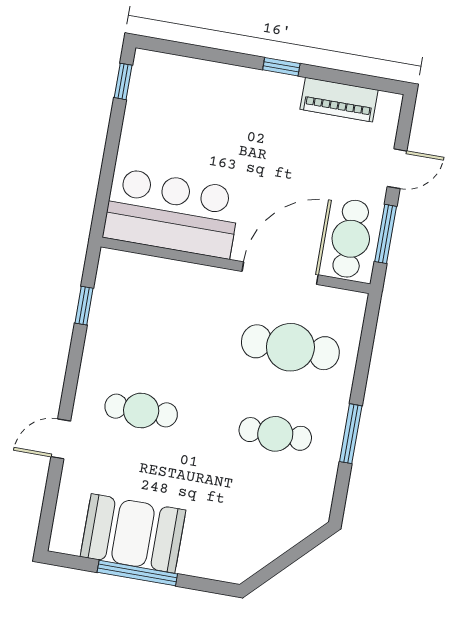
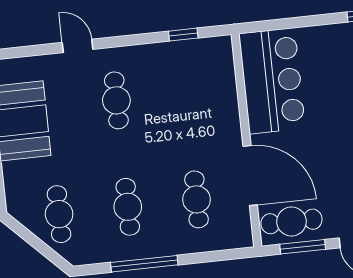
cafe table: (290, 347) -> (196, 199), width x0.73, depth x0.74
window: (351, 434) -> (144, 264), width x1.44
cafe table: (260, 521) -> (59, 214), added

